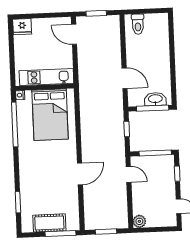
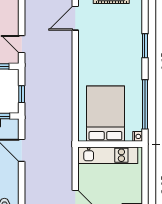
door: (80, 174) -> (75, 18), moved
window: (18, 202) -> (145, 46), moved

